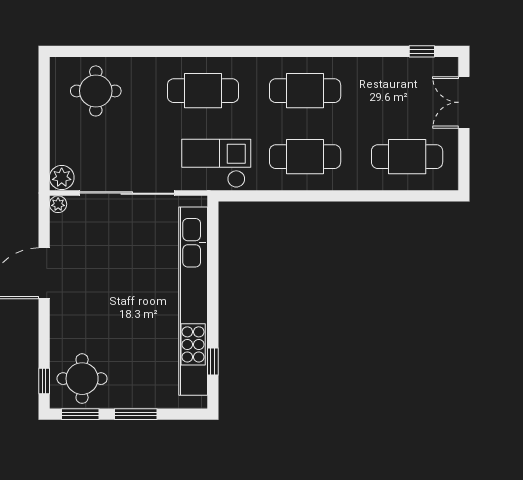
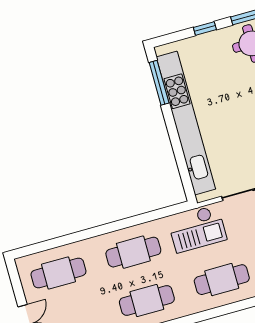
window: (213, 362) -> (159, 83), width x2.17
window: (136, 414) -> (205, 28), width x0.67

